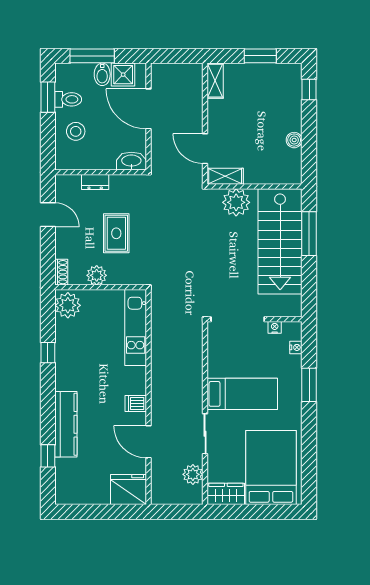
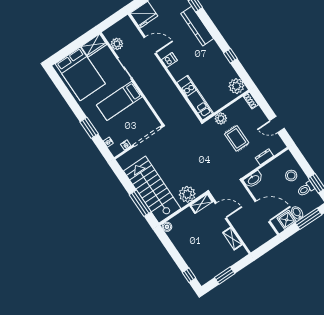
shelving: (215, 81) -> (232, 239), moved
boiler: (294, 140) -> (167, 227), moved
plant: (97, 275) -> (221, 118), moved

